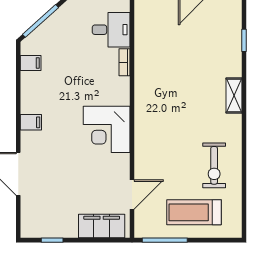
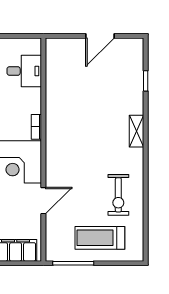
bookcase: (124, 62) -> (36, 127), moved
door: (132, 194) -> (43, 201), moved

